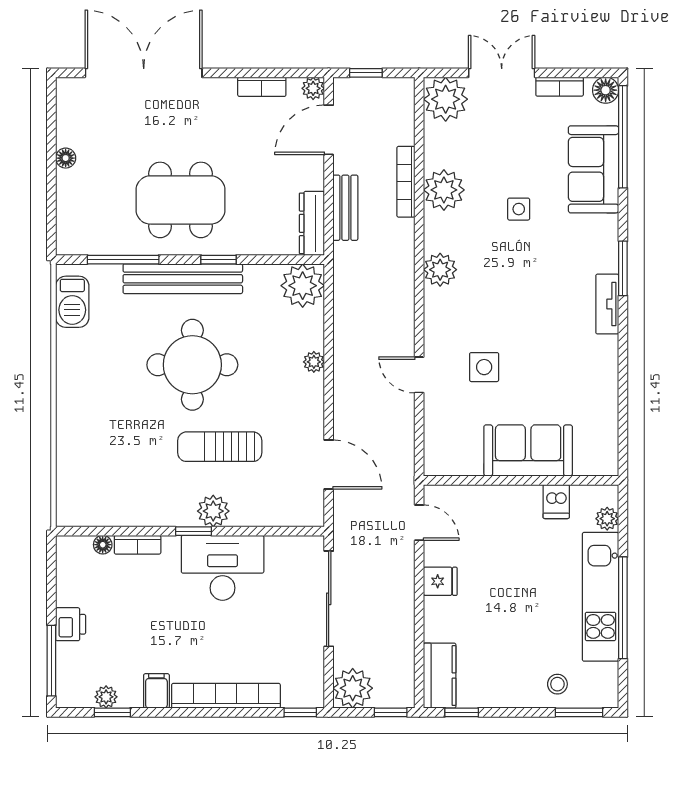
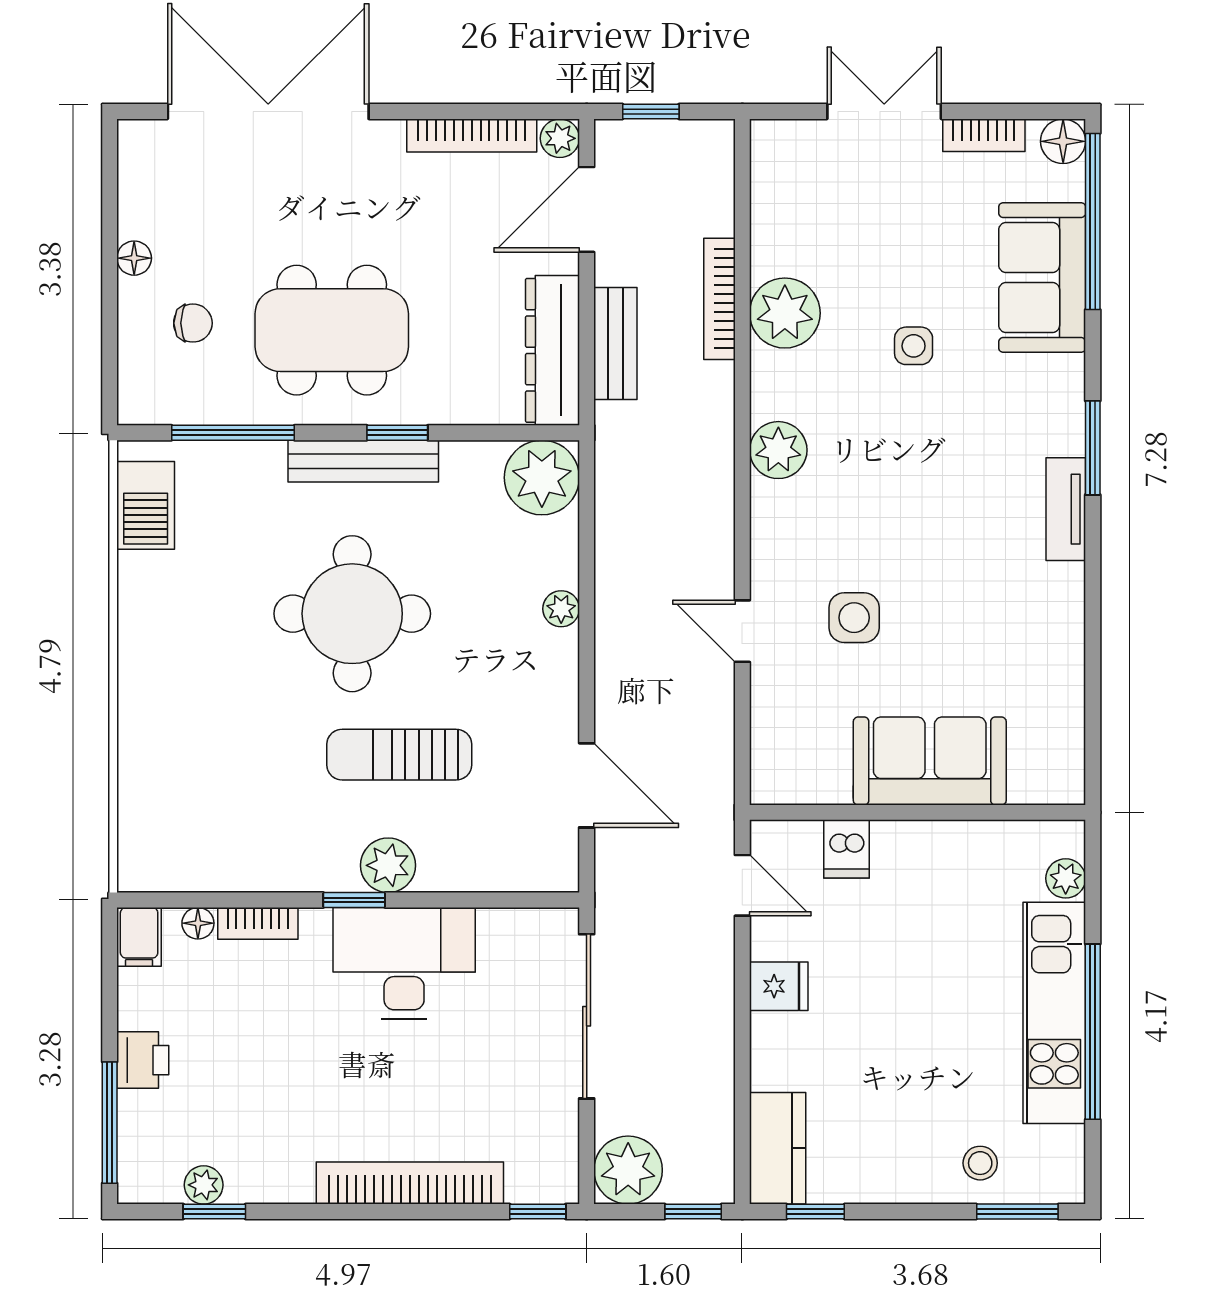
bookcase: (262, 87) -> (472, 135), width x1.56
plant: (446, 99) -> (788, 157), removed
chair: (100, 196) -> (193, 323), added
dresser: (312, 223) -> (553, 350), width x1.37, depth x1.24
bench: (183, 279) -> (363, 461), width x0.73, depth x0.82
dishwasher: (556, 502) -> (846, 849), moved
filing cabinet: (156, 691) -> (139, 937), moved, turned 180

